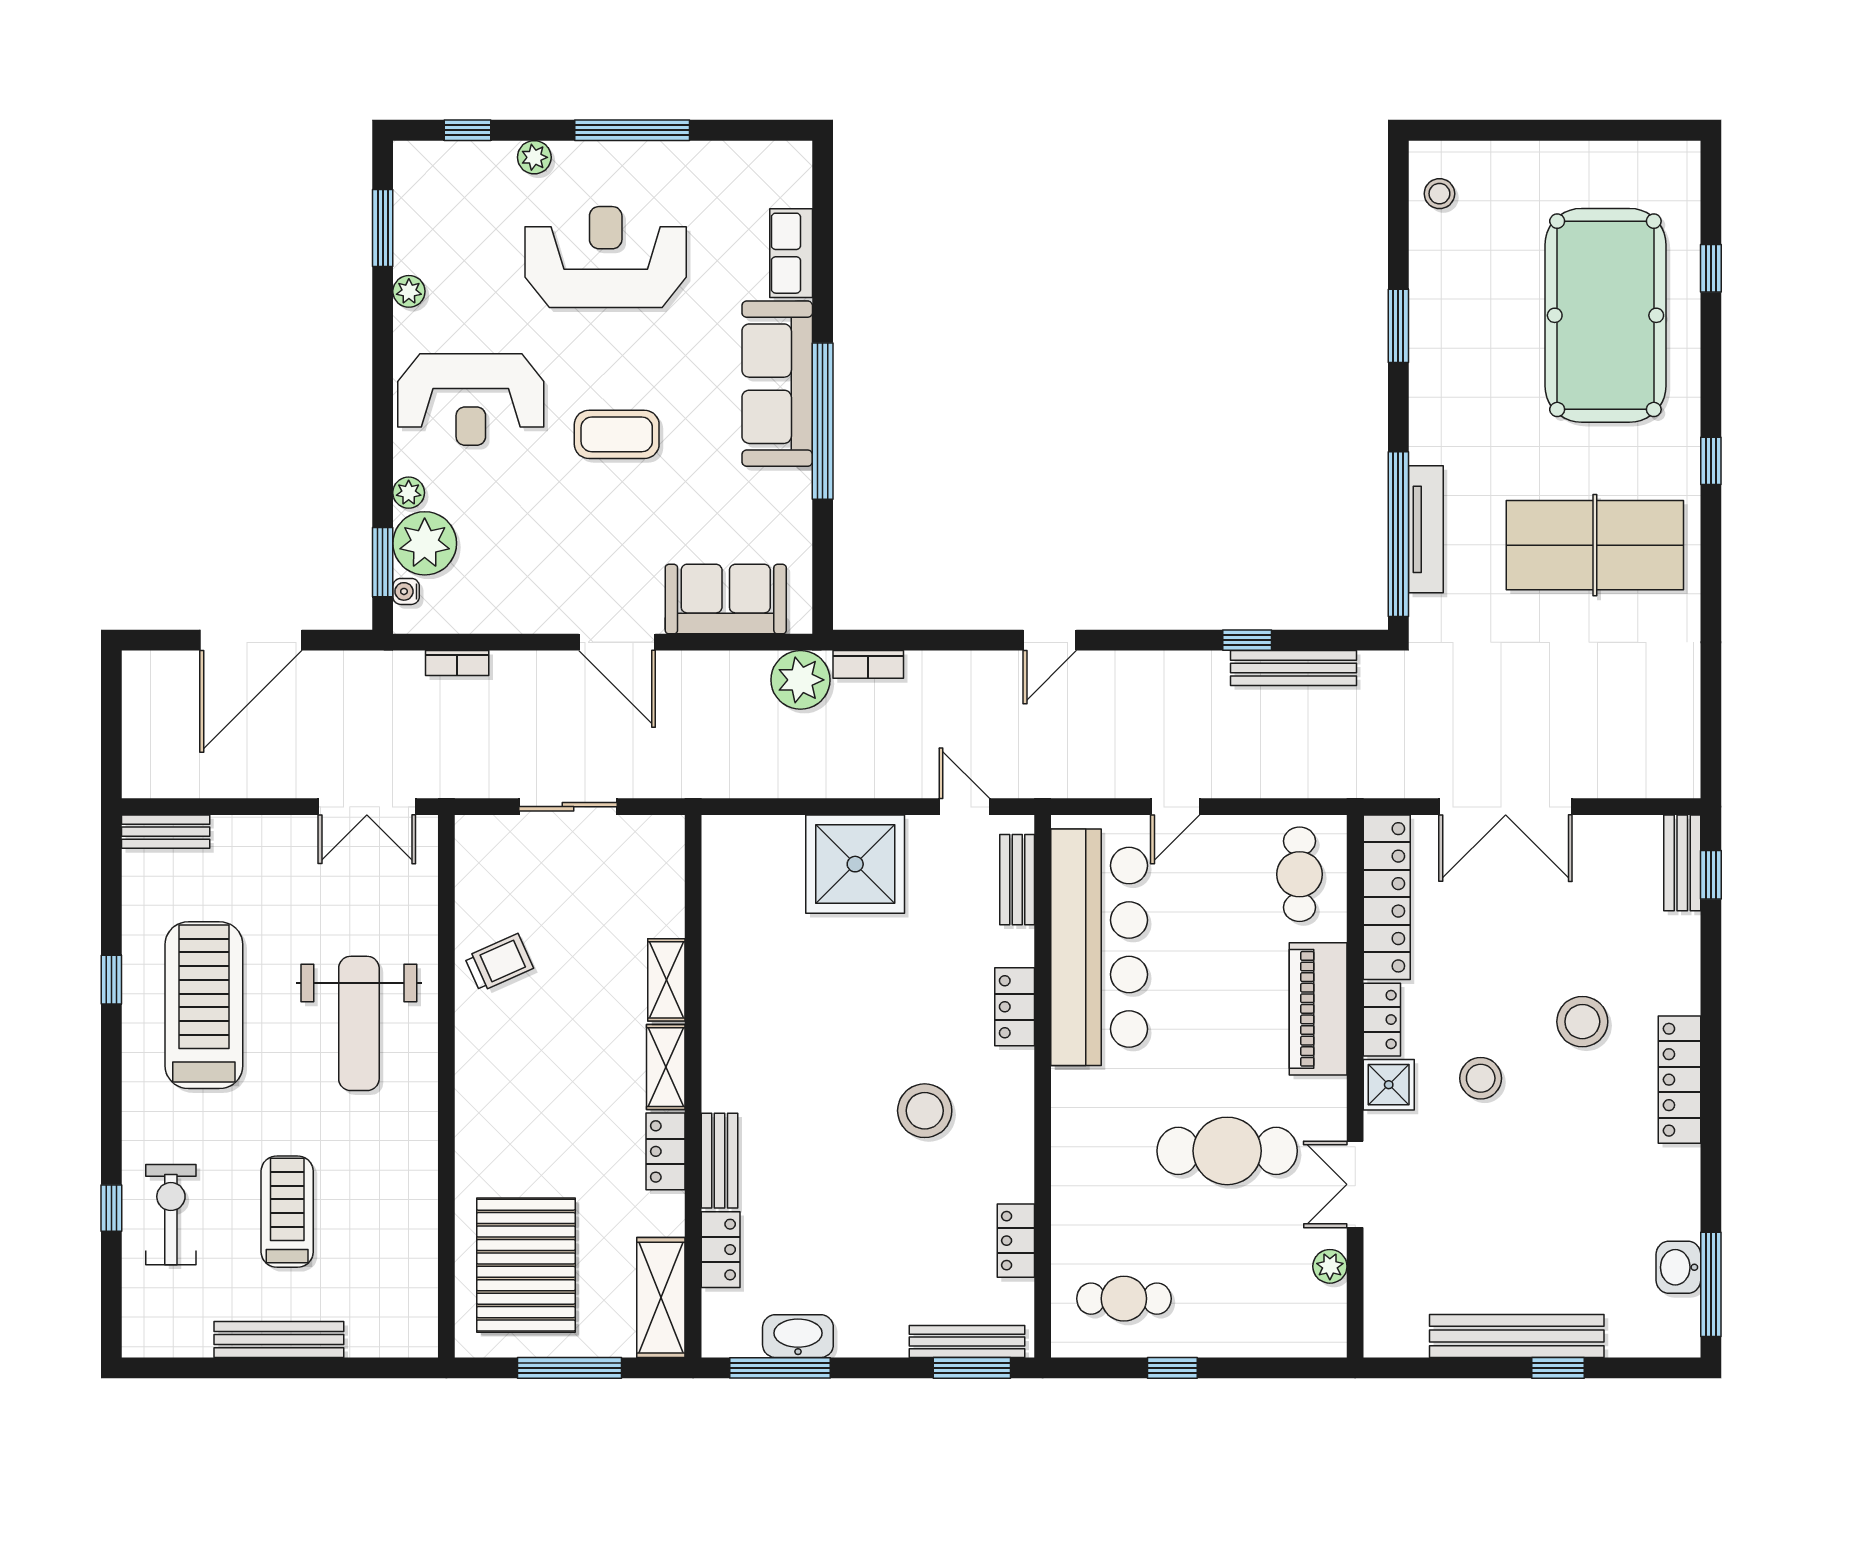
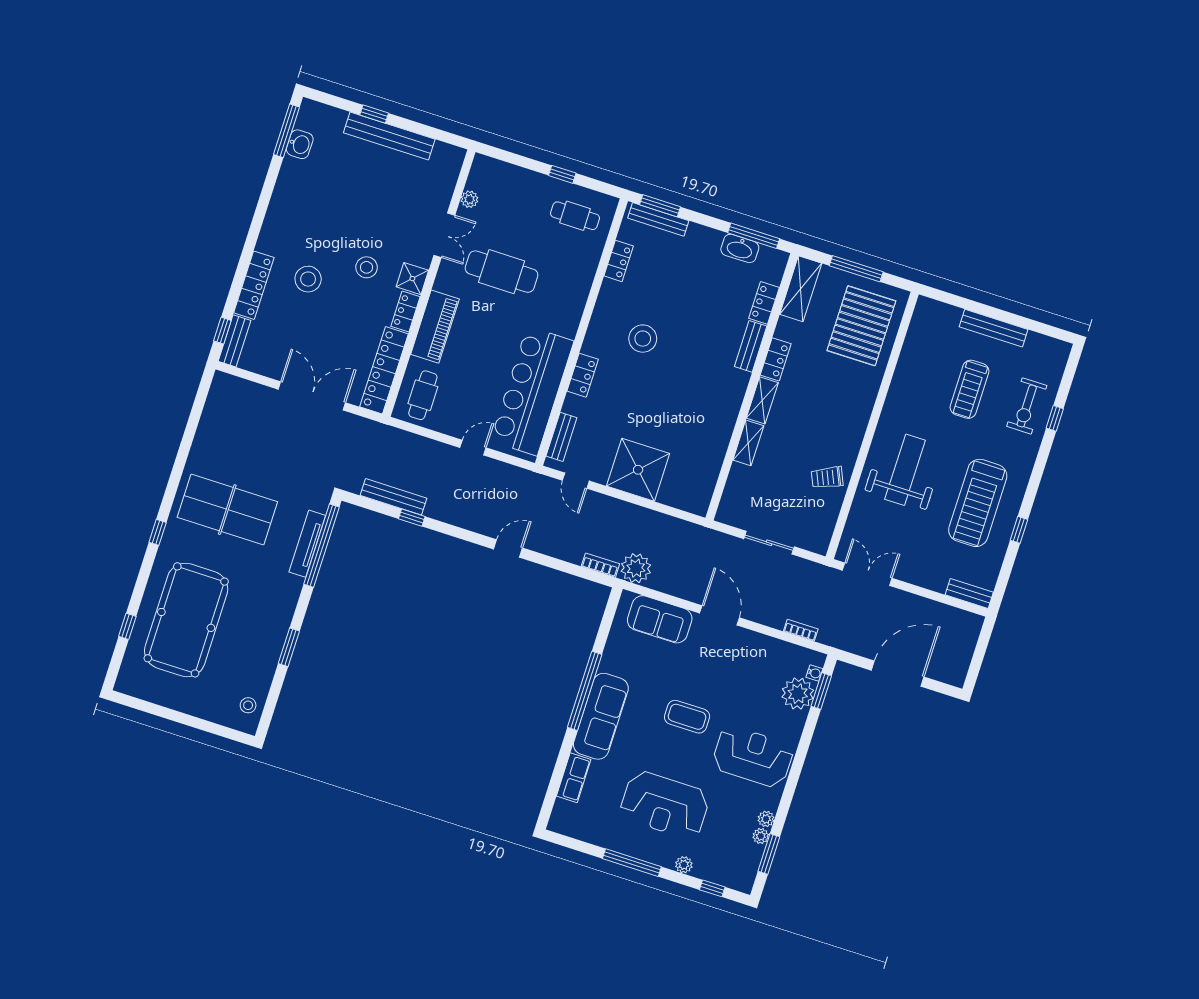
plant: (409, 493) -> (761, 836), moved
locker: (1679, 1080) -> (254, 285), moved

